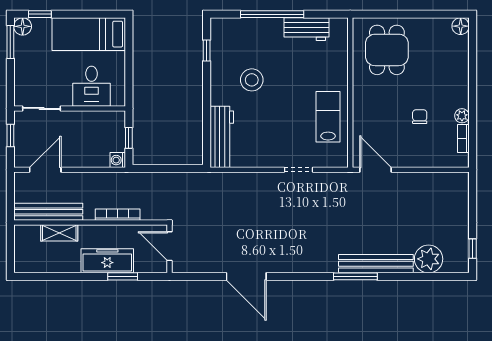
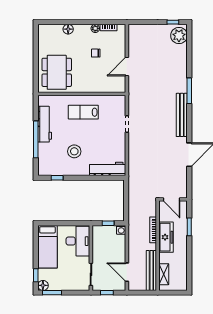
floor lamp: (461, 26) -> (68, 29), moved
workbench: (307, 29) -> (45, 124), width x1.38
dining table: (387, 50) -> (57, 72), width x1.38
desk: (92, 86) -> (78, 241), width x1.37
lab bench: (328, 117) -> (83, 112), moved
door: (375, 170) -> (127, 67), moved
shelving: (59, 233) -> (164, 274), moved
door: (170, 246) -> (172, 199), hinge flipped
plant: (429, 259) -> (179, 36), moved
freezer: (107, 261) -> (166, 237), moved, turned 180
bench: (376, 264) -> (182, 115), moved

